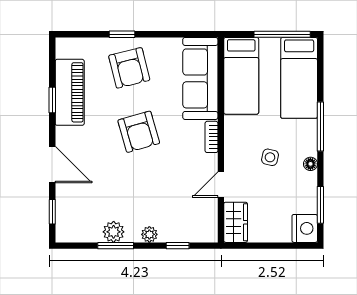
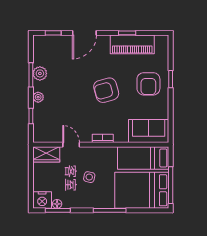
armchair: (129, 68) -> (148, 84), turned -76
sofa: (200, 78) -> (149, 131), width x0.73
bed: (299, 78) -> (142, 190), width x1.50
floor lamp: (310, 164) -> (57, 204), moved

